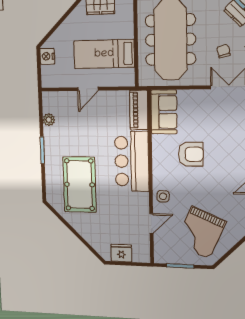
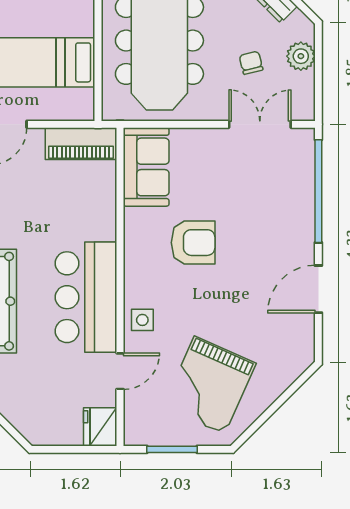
piano: (139, 110) -> (81, 144), moved, turned -90
bar counter: (132, 161) -> (86, 297), moved
fridge: (121, 253) -> (100, 427), moved, turned -90

